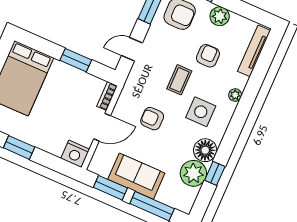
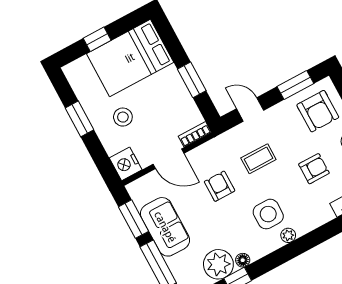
coffee table: (179, 80) -> (258, 159), moved
plant: (235, 95) -> (288, 235), moved
stool: (48, 123) -> (123, 117), added
floor lamp: (205, 150) -> (243, 260), width x0.53, depth x0.53

